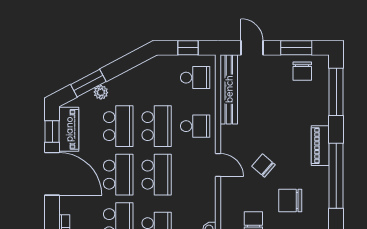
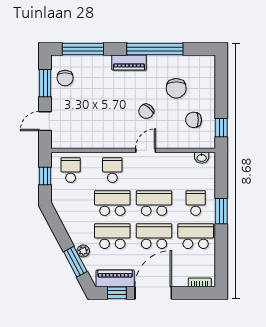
chair: (302, 71) -> (65, 78), turned 90
bench: (229, 89) -> (81, 141), removed

